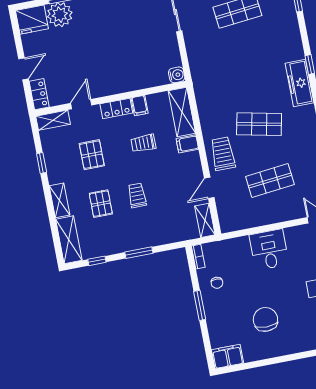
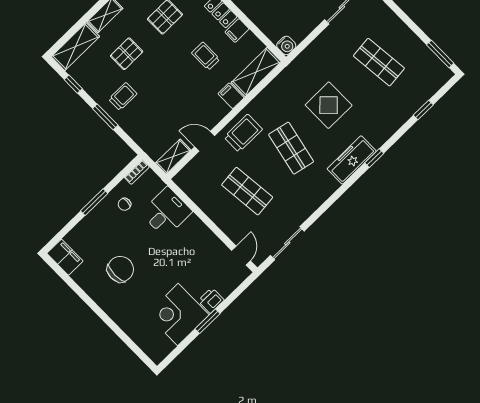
display table: (245, 73) -> (329, 105), added
trolley: (137, 195) -> (123, 96), moved
desk: (269, 250) -> (166, 212), moved

